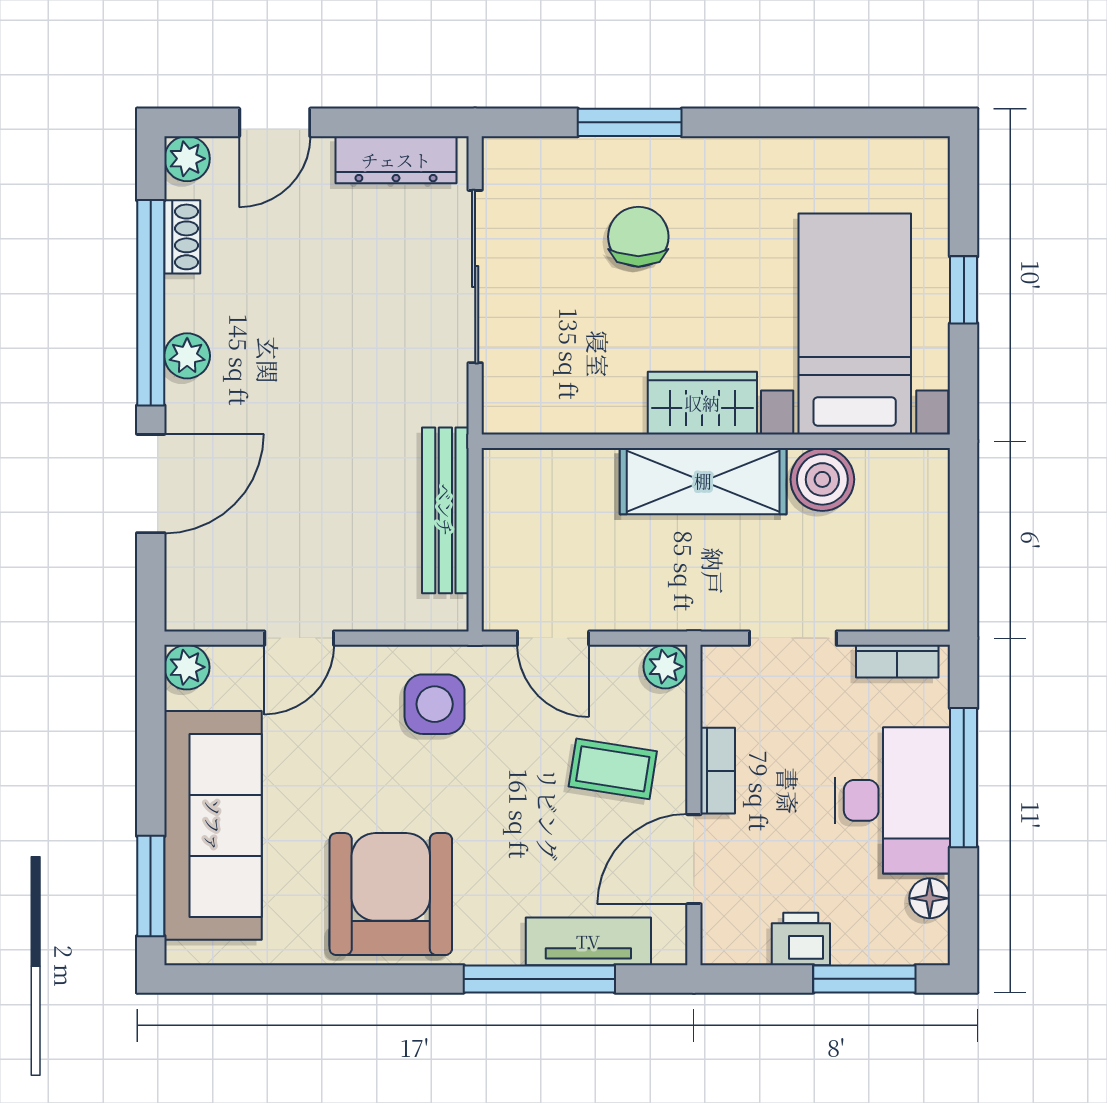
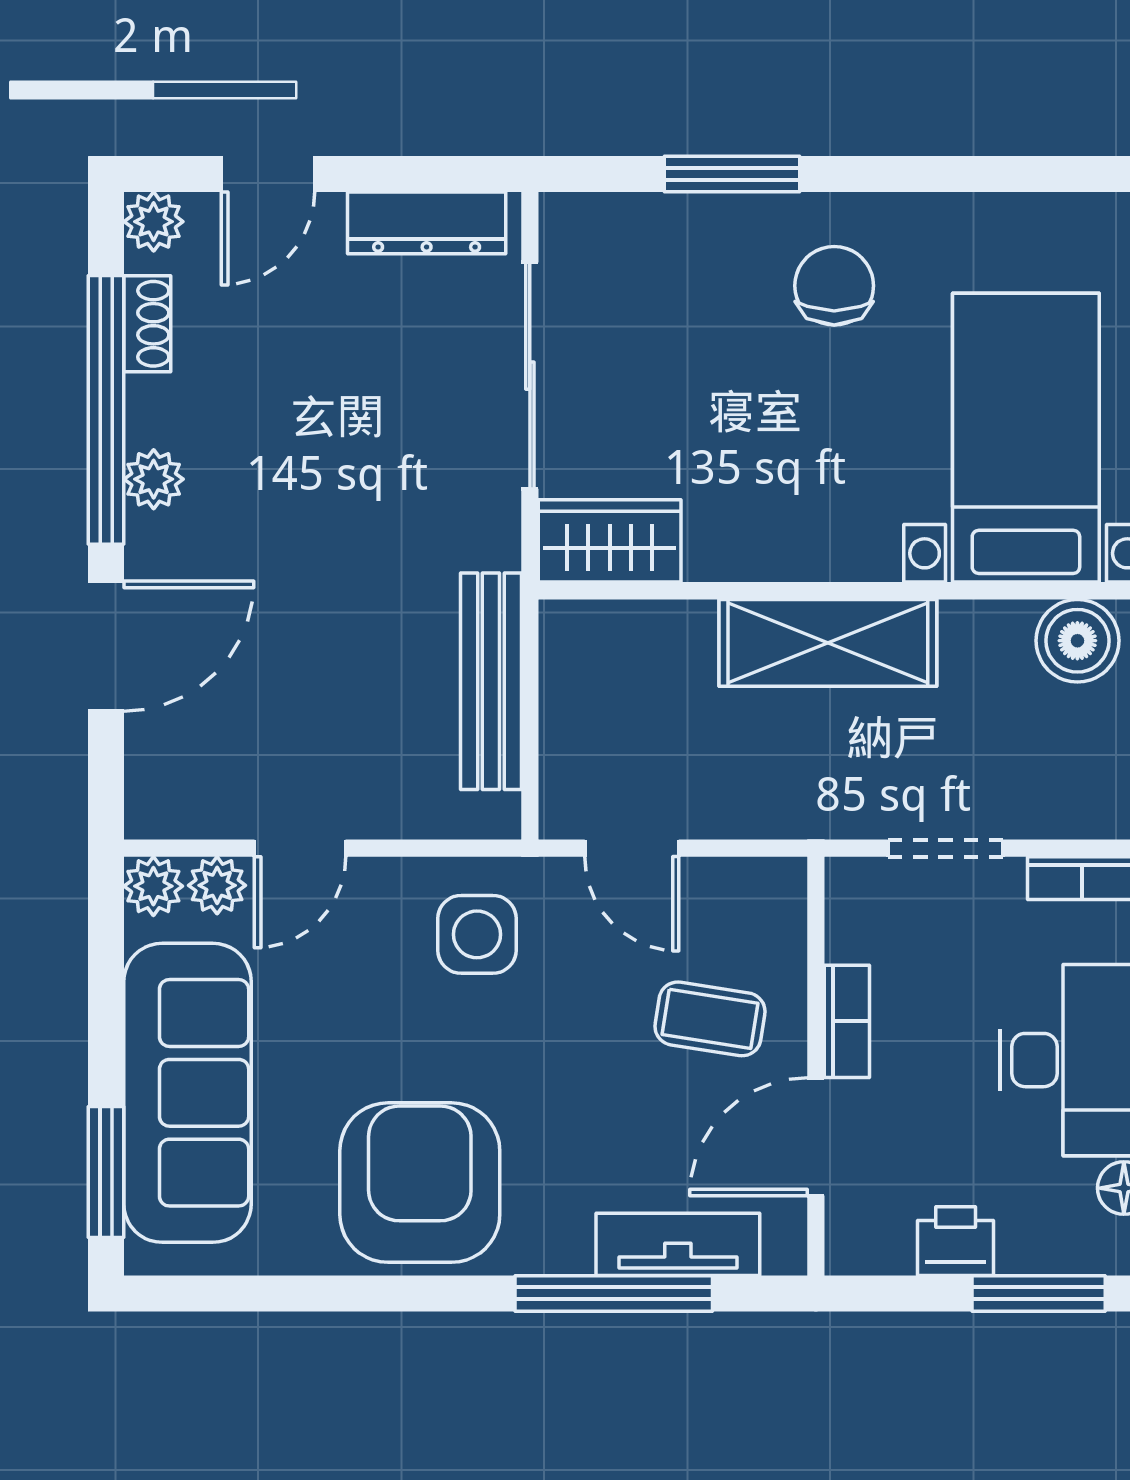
chair: (638, 237) -> (834, 286), moved
wardrobe: (702, 403) -> (610, 541), moved
boiler: (822, 479) -> (1077, 641), moved
plant: (665, 667) -> (217, 885), moved

